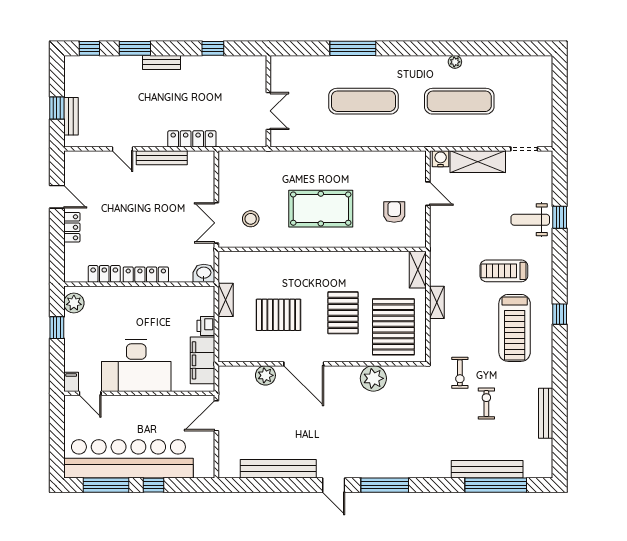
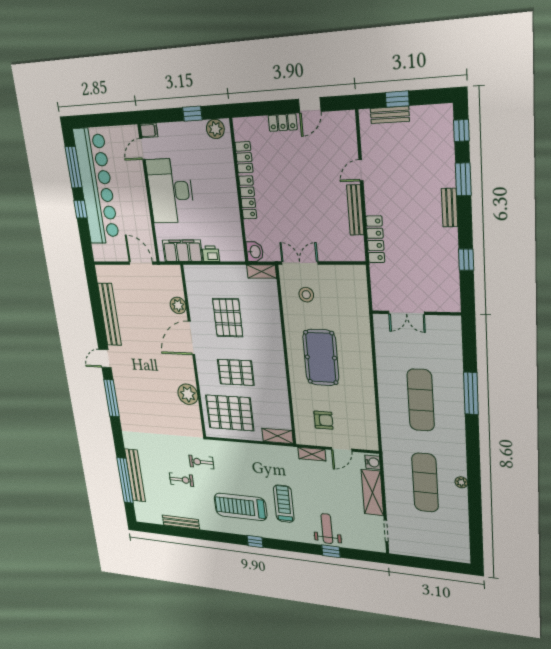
shelving: (226, 300) -> (261, 272), moved
shelving: (437, 302) -> (312, 454), moved

